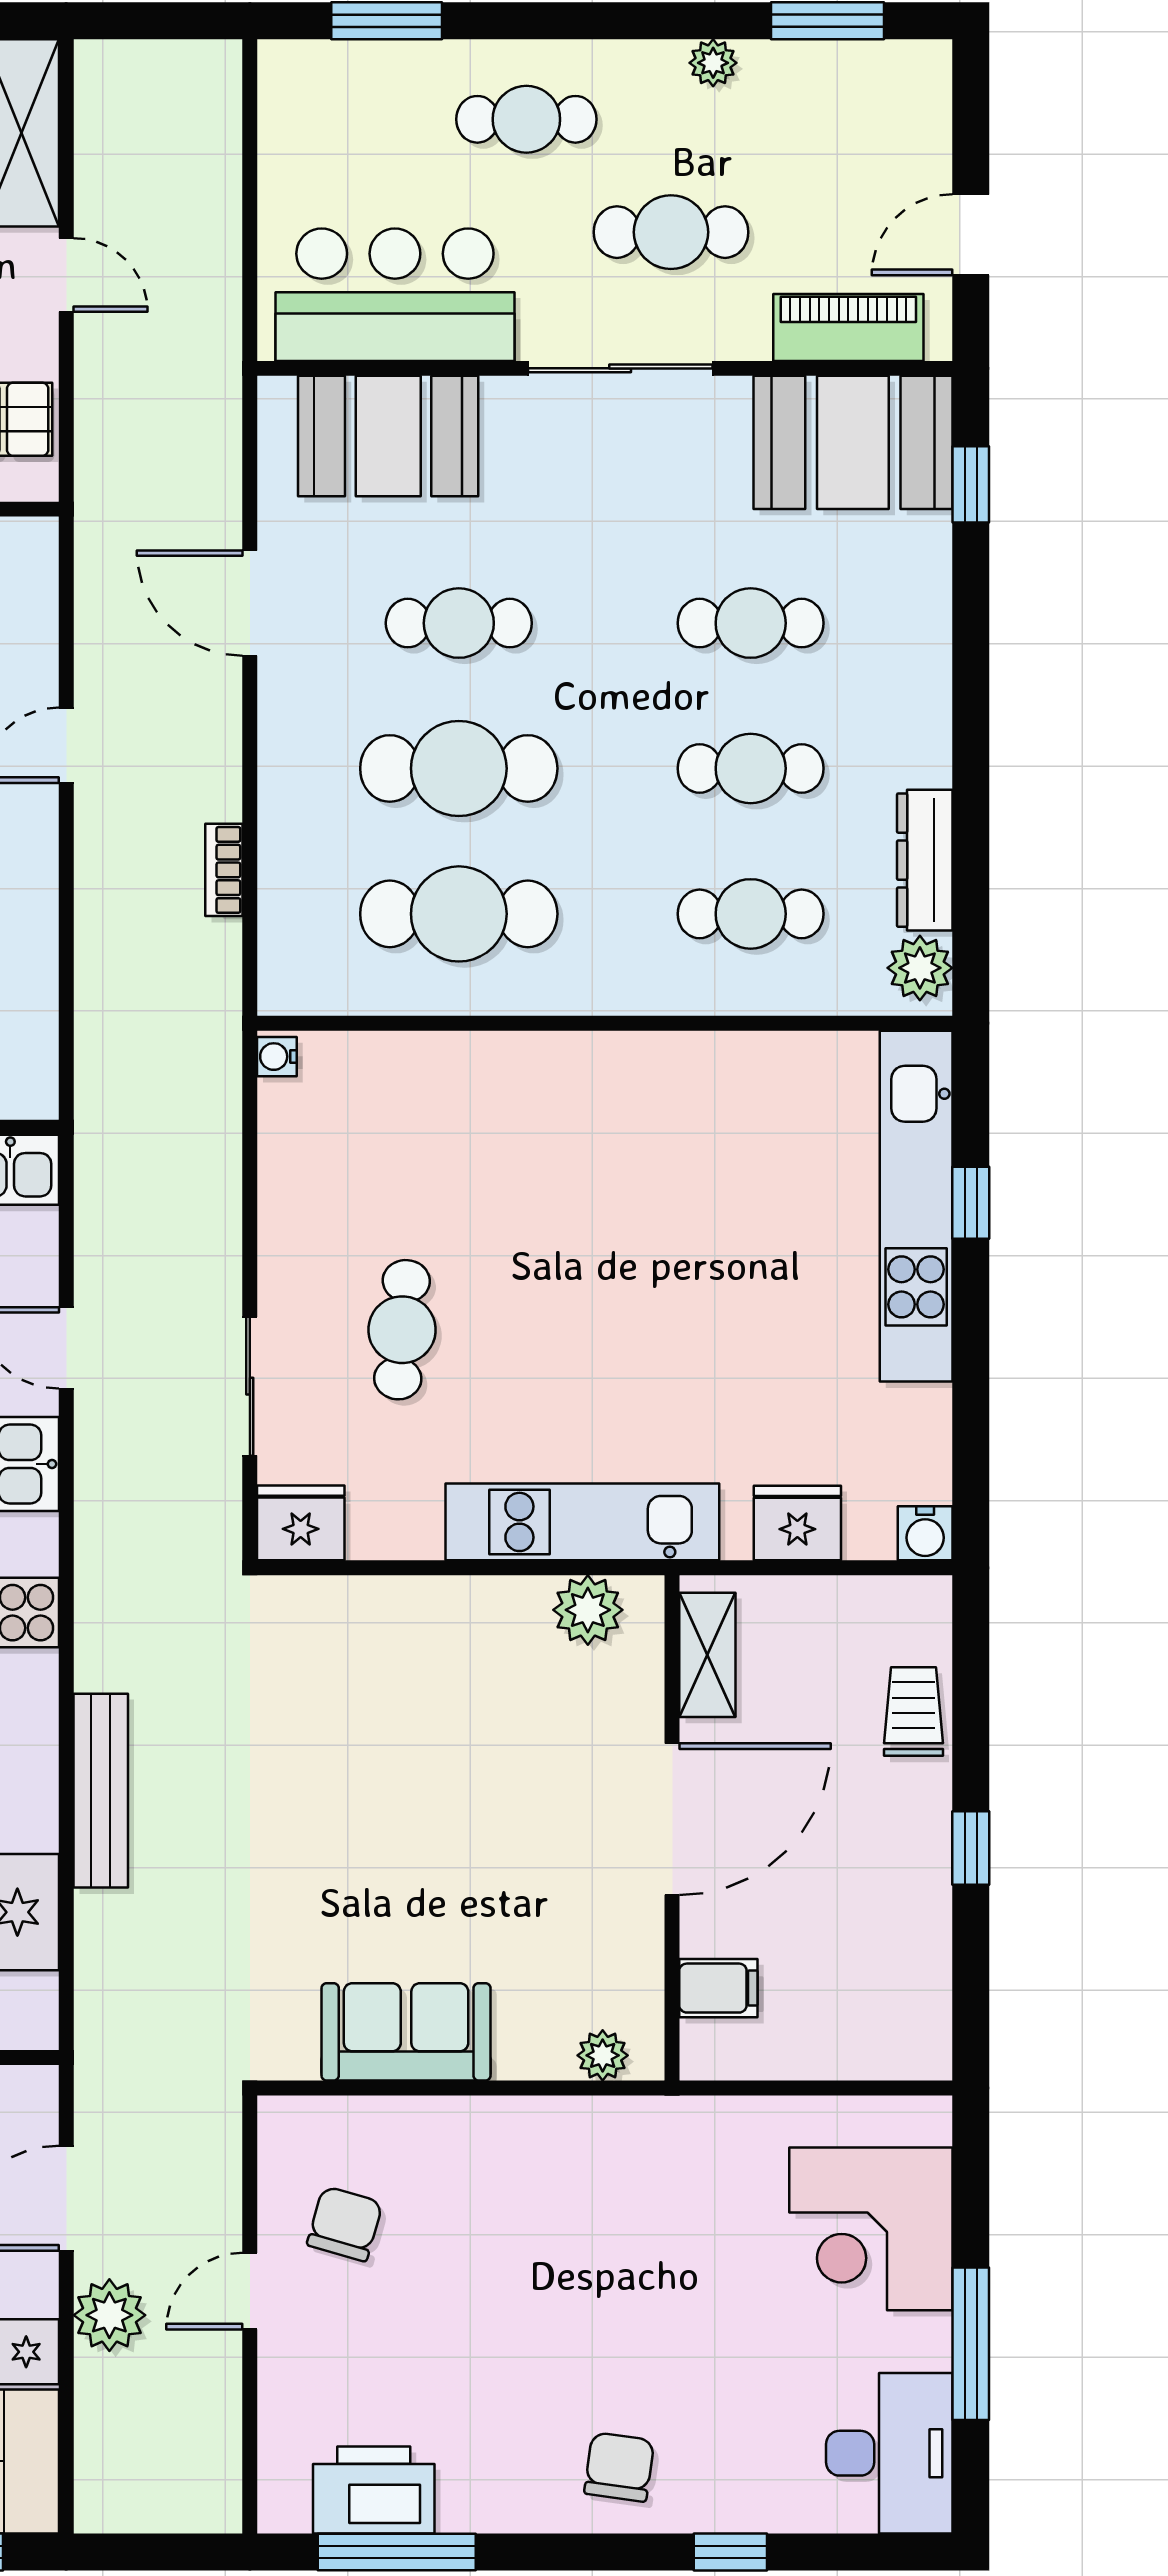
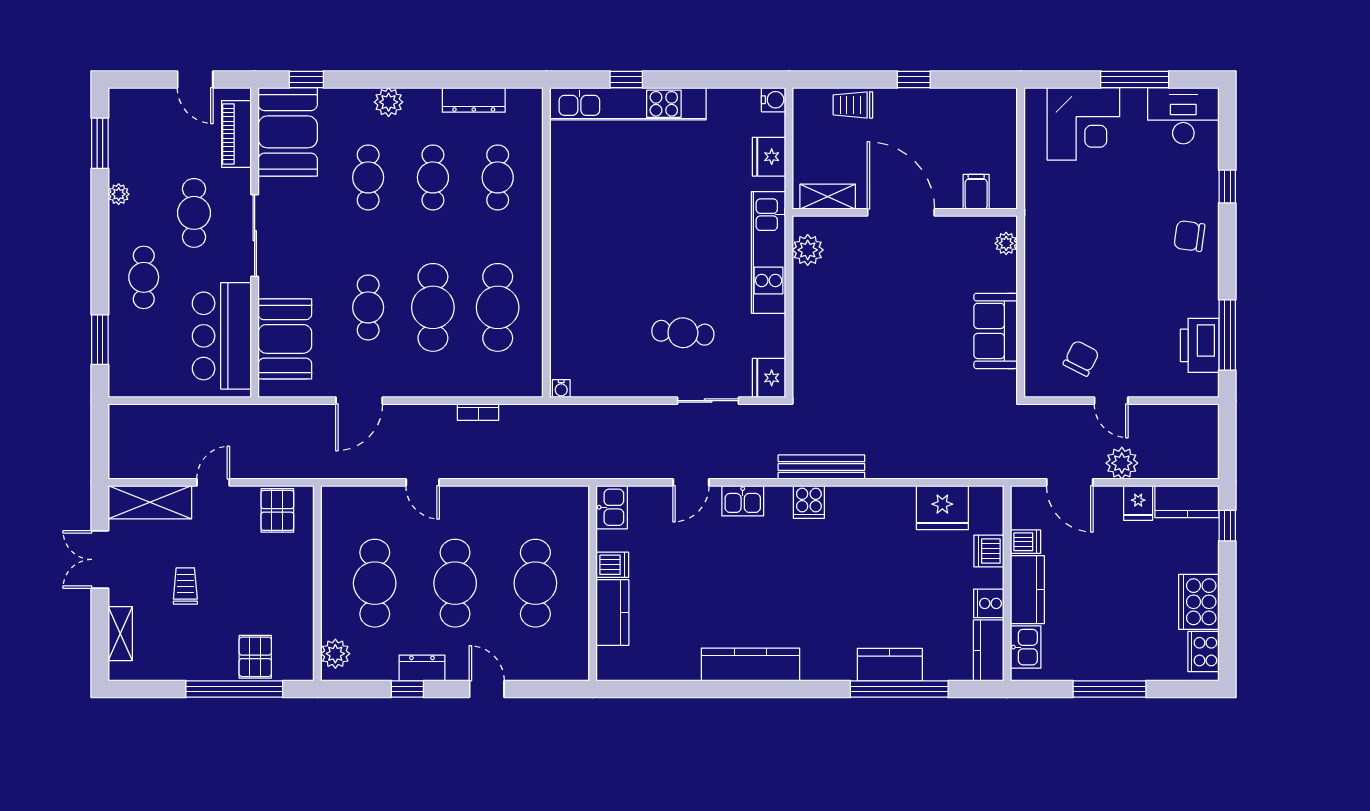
plant: (920, 968) -> (389, 102), moved
bench: (101, 1791) -> (821, 467), moved
chair: (345, 2224) -> (1081, 358), turned 101

